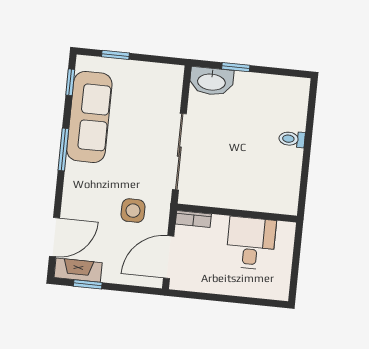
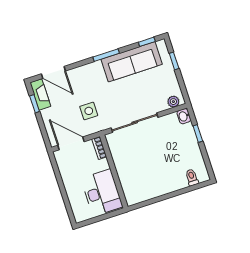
washbasin: (211, 81) -> (184, 116), width x0.52, depth x0.69
plant: (174, 82) -> (173, 102), added
toilet: (292, 139) -> (192, 177), moved
desk: (251, 243) -> (102, 193), width x1.37

